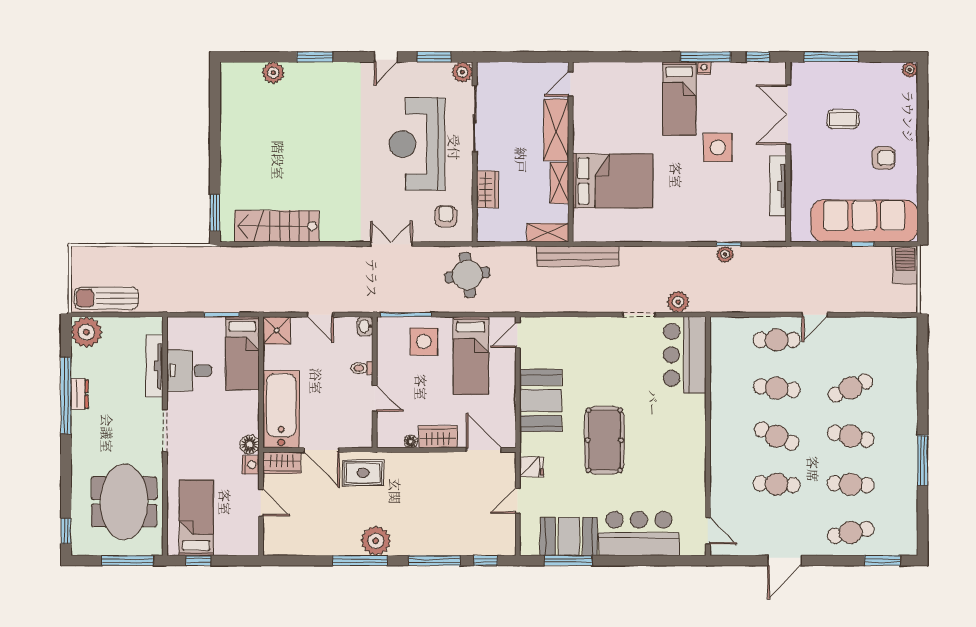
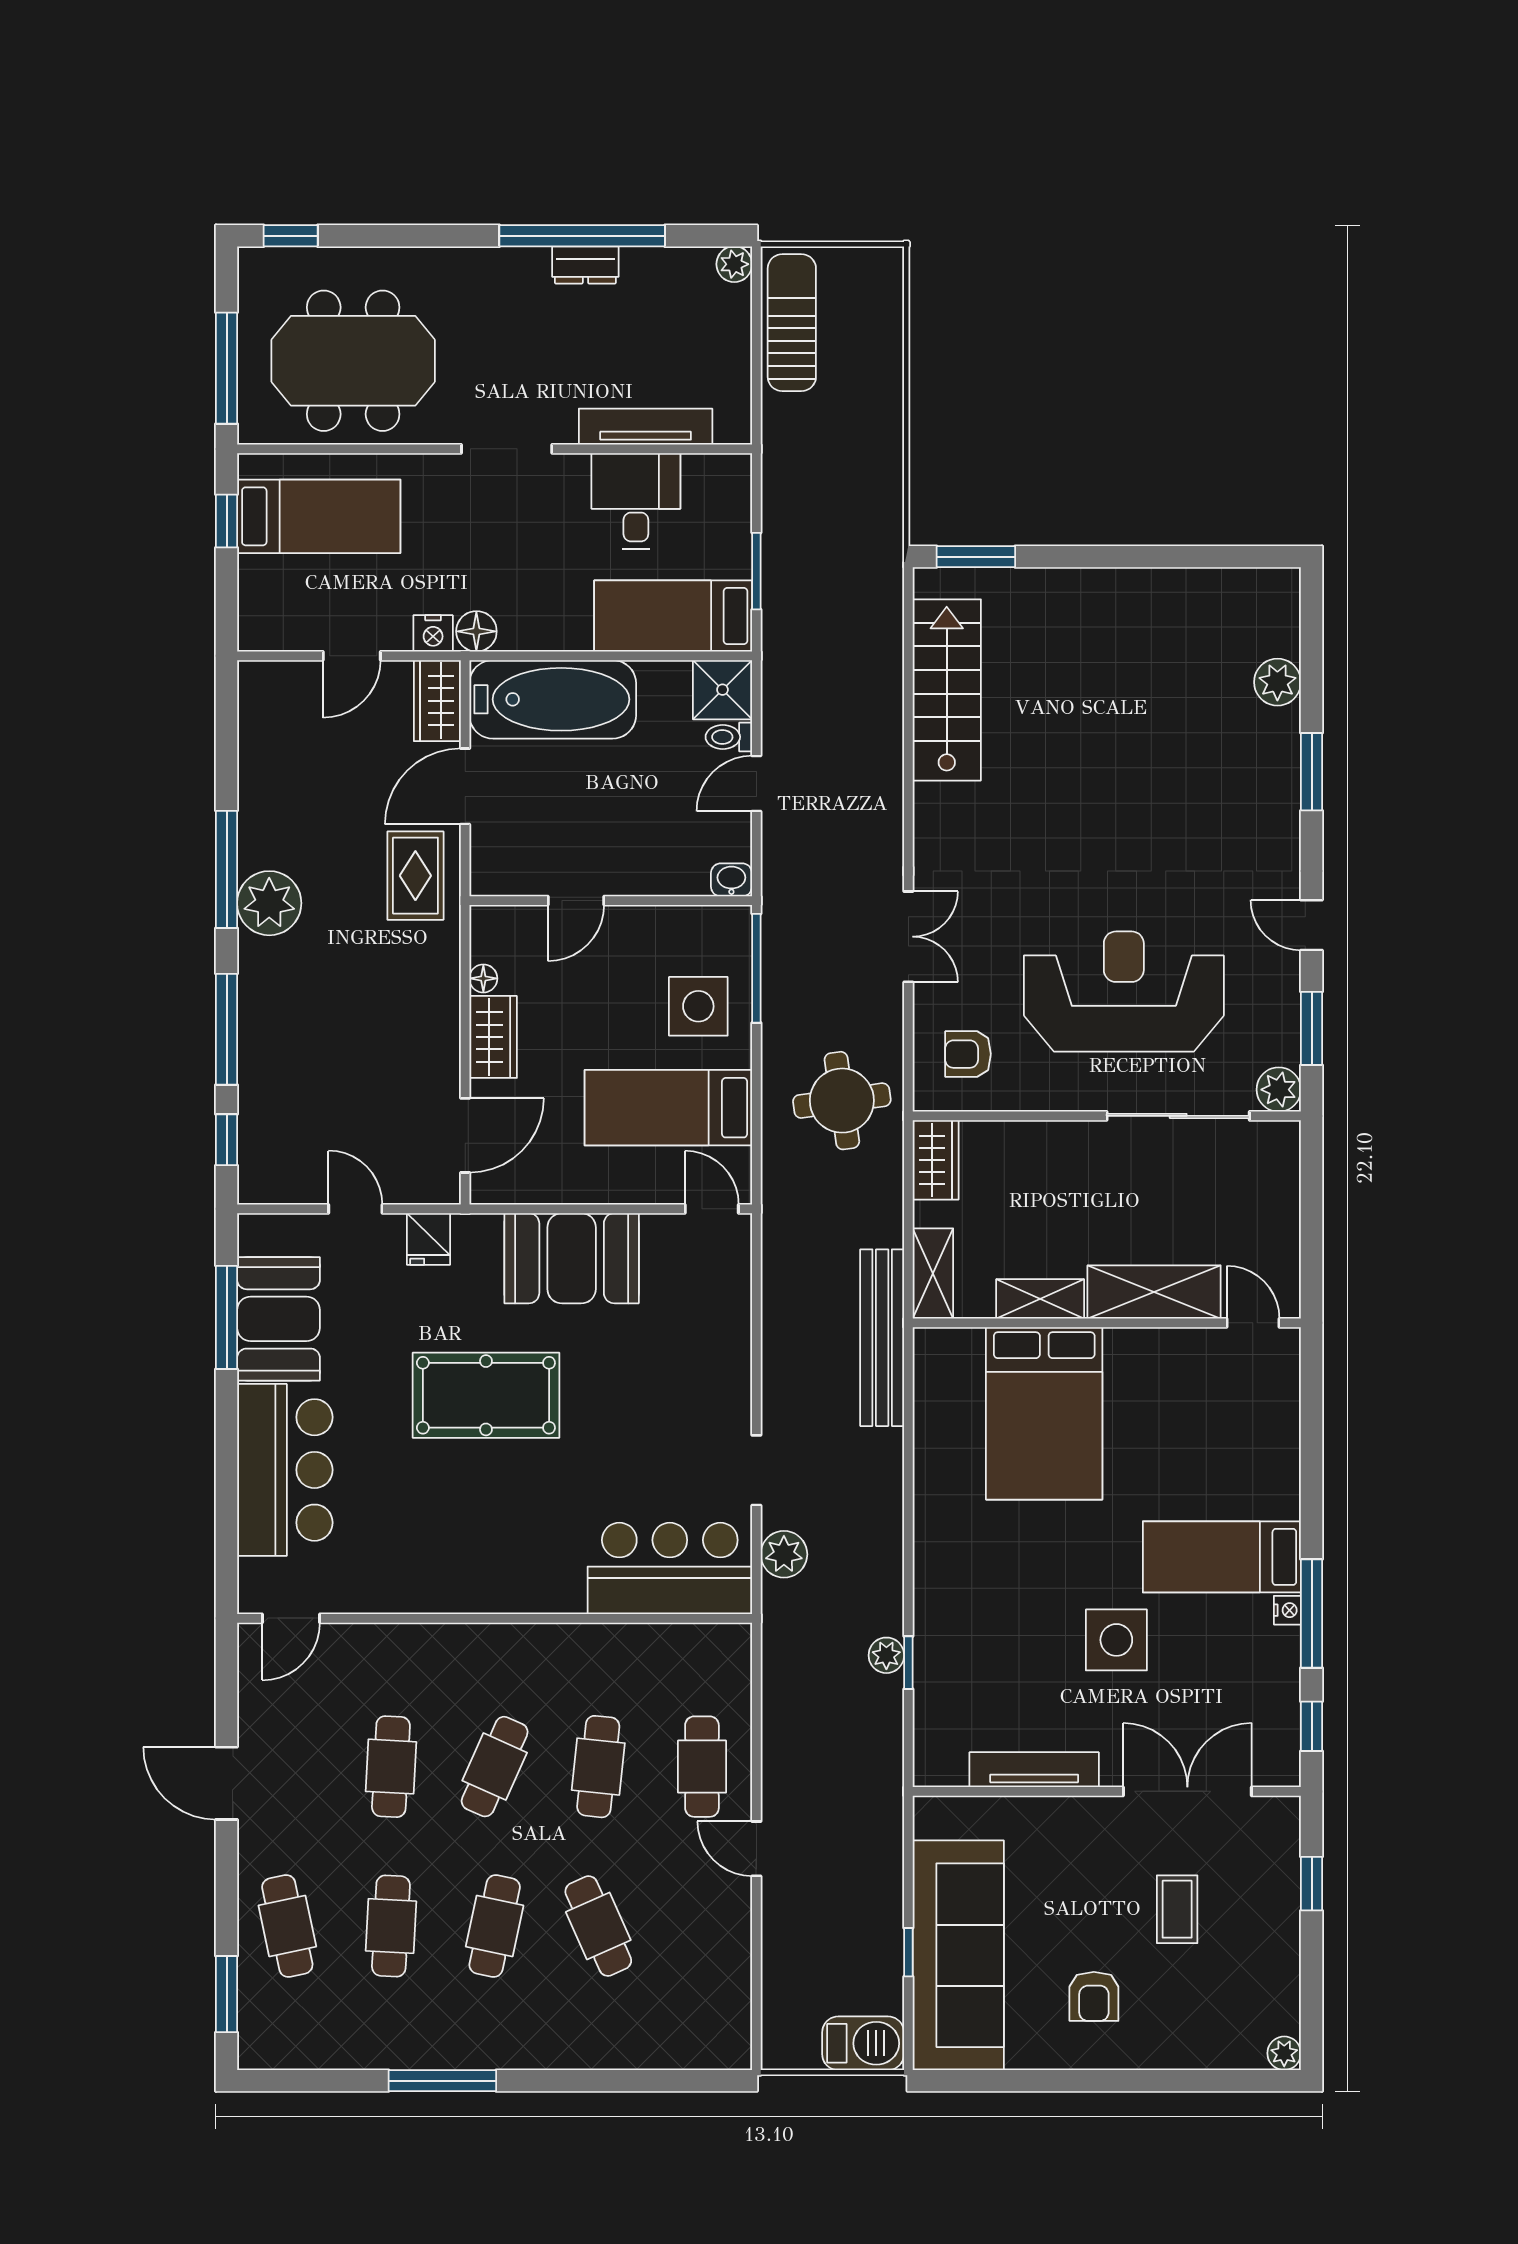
window: (831, 57) -> (1312, 1884), width x0.46
wardrobe: (487, 189) -> (936, 1160), moved, turned -90
armchair: (446, 216) -> (968, 1054), turned 180
plant: (86, 332) -> (734, 264), width x0.53, depth x0.53
toilet: (362, 368) -> (729, 737), moved, turned -90

